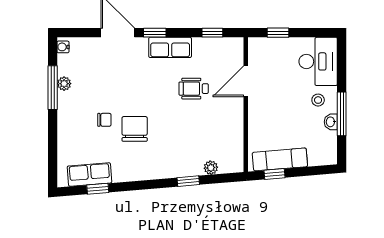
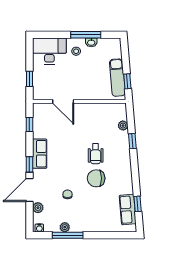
plant: (92, 45) -> (38, 208), added
wheelchair: (194, 89) -> (96, 154), moved
chair: (104, 120) -> (68, 194), moved

